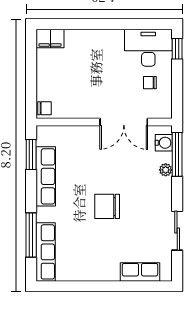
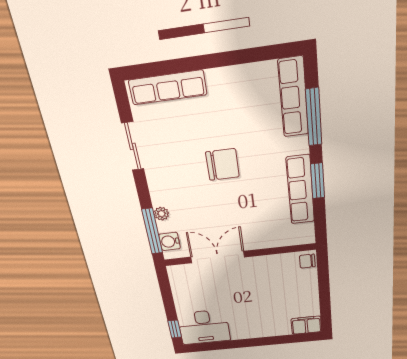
chair: (150, 83) -> (196, 297), removed
window: (31, 155) -> (318, 181), moved
row of seats: (140, 272) -> (168, 87), width x1.48

